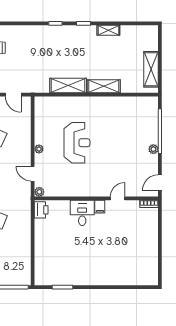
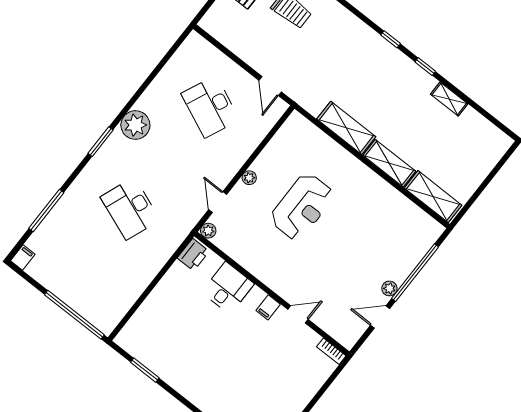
shelving: (151, 69) -> (433, 197), moved, turned 90
door: (160, 183) -> (380, 317), moved
desk: (82, 213) -> (228, 288), moved

